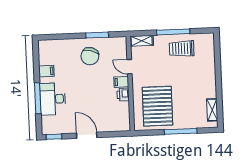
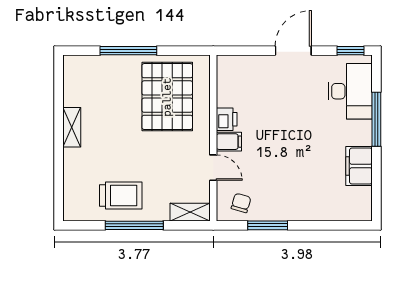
chair: (90, 56) -> (241, 203), moved, width x0.54, depth x0.54
filing cabinet: (46, 71) -> (359, 166), width x2.00
desk: (53, 99) -> (350, 91), moved
shelving: (212, 110) -> (72, 127), moved
door: (87, 135) -> (293, 51), swing flipped

